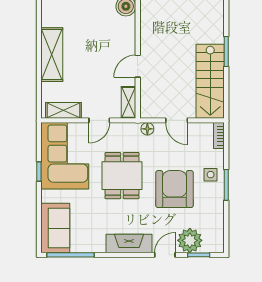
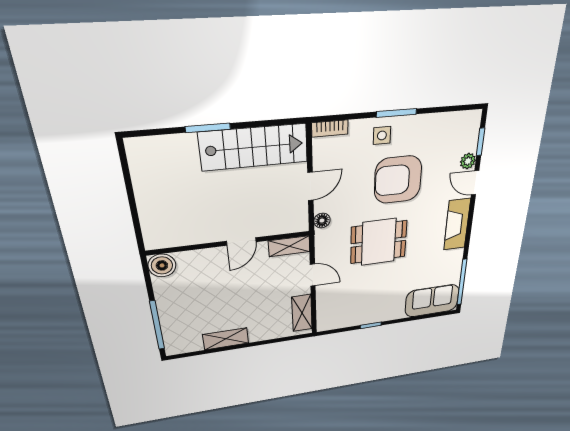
shelving: (52, 55) -> (226, 339), width x0.67, depth x0.75
door: (138, 66) -> (241, 242), hinge flipped
corner sofa: (65, 156) -> (354, 304), removed
plant: (190, 240) -> (468, 161), width x0.53, depth x0.53

